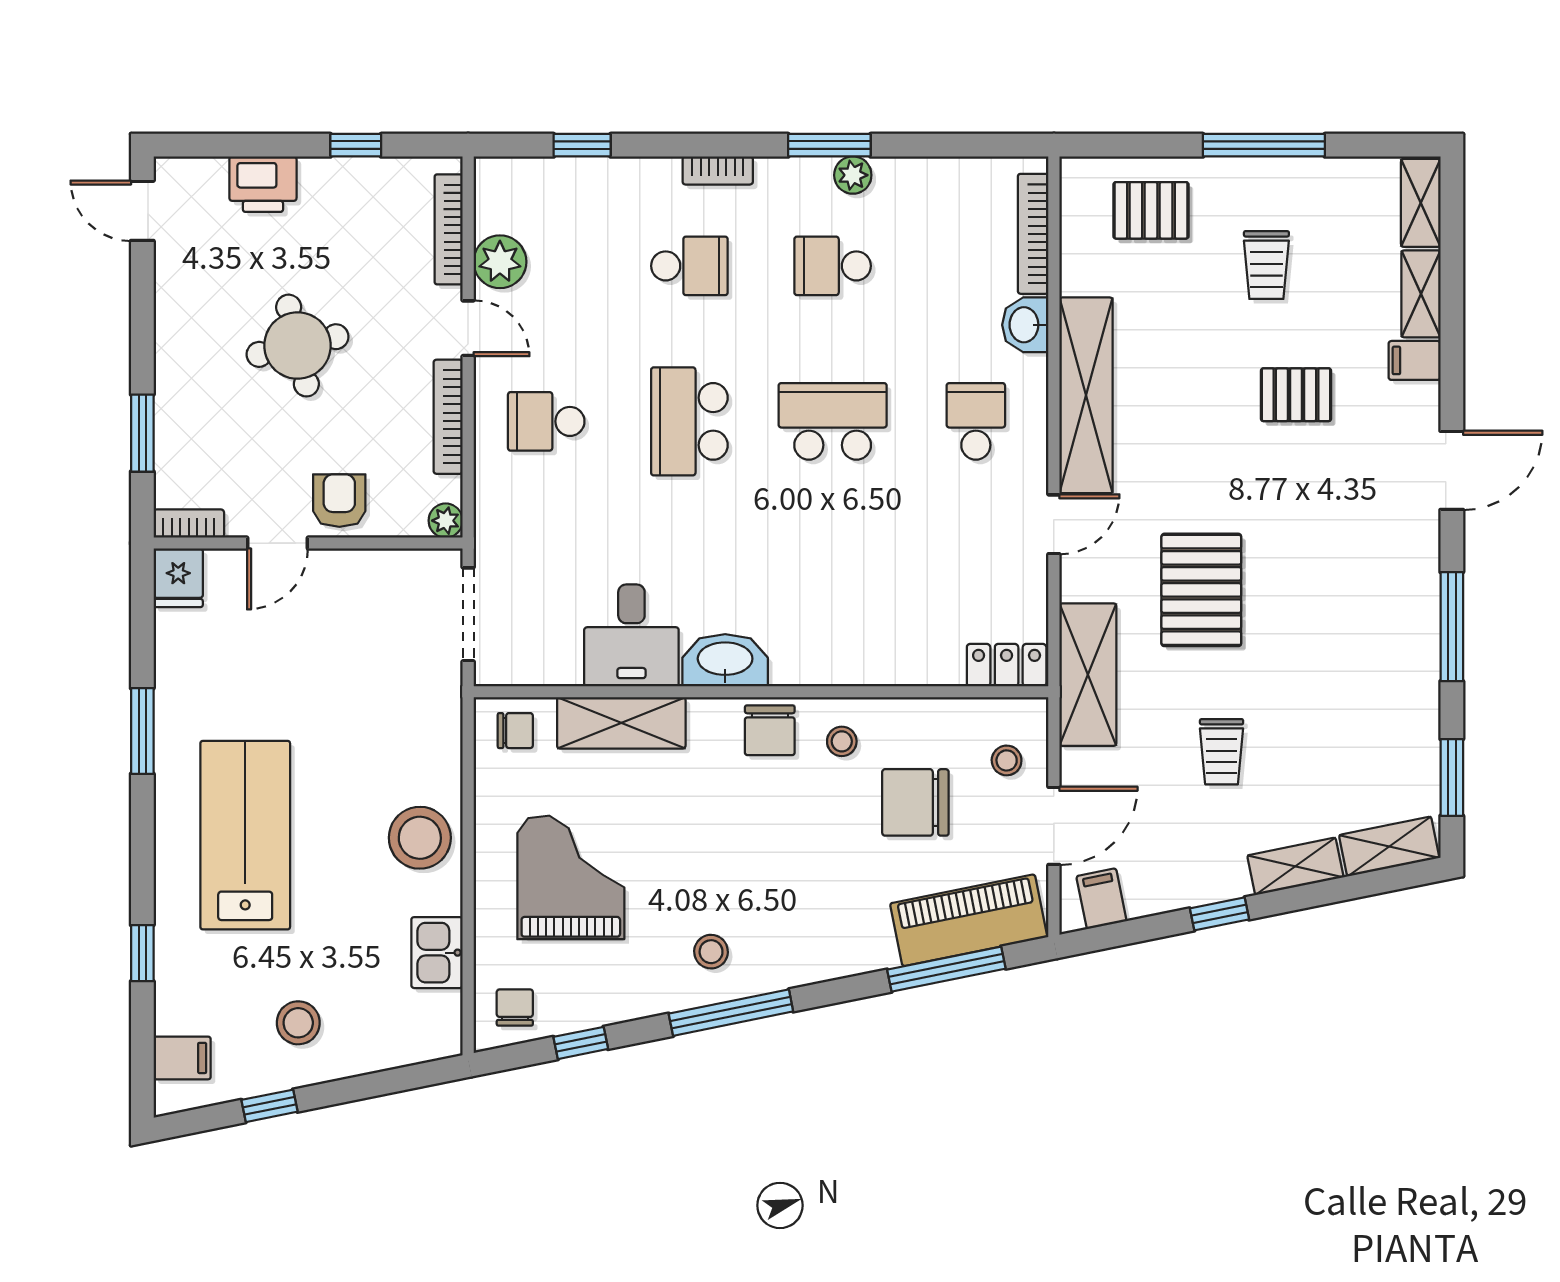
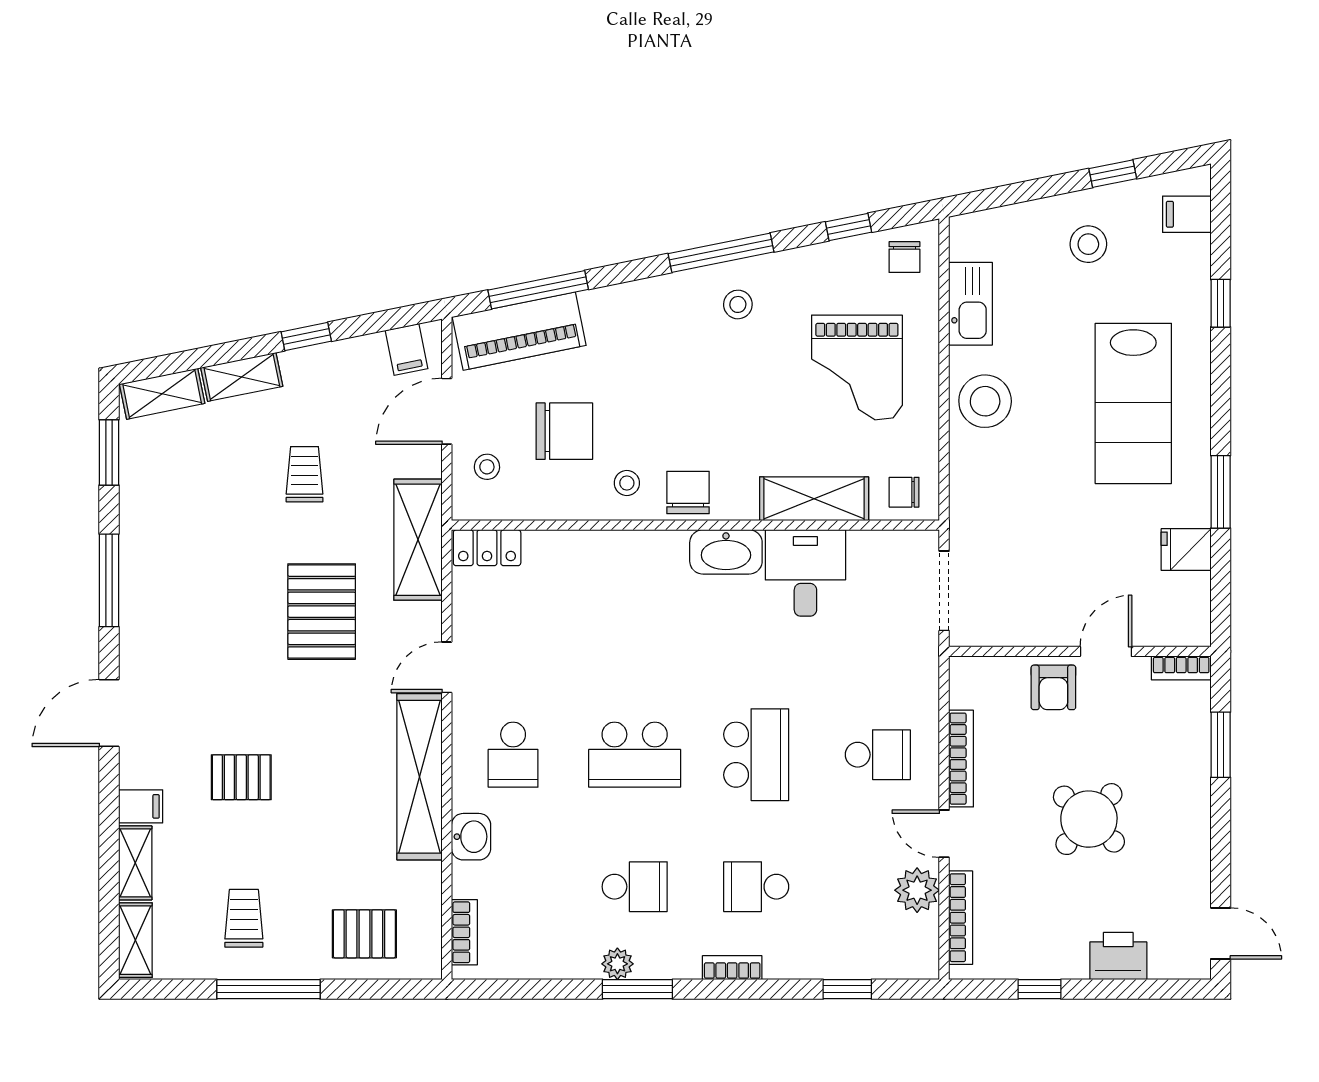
bookcase: (1033, 234) -> (464, 932), width x0.64
trolley: (1266, 265) -> (244, 918), moved
round table: (297, 346) -> (1089, 819), turned -35
plant: (446, 521) -> (963, 670), removed
fridge: (178, 578) -> (1186, 550), moved, turned -90
kitchen sink: (437, 953) -> (970, 304), width x1.38

